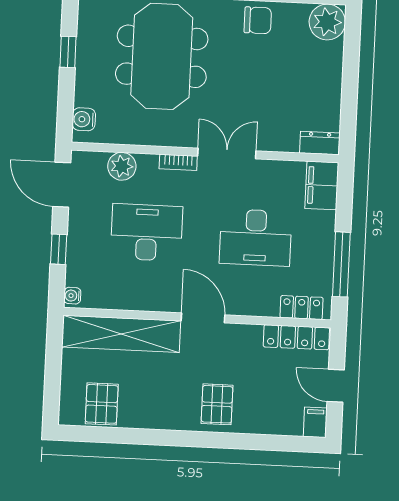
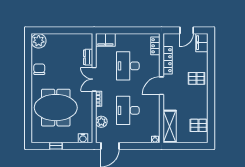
dresser: (320, 143) -> (88, 57), moved
desk: (256, 238) -> (128, 66), turned 180
window: (59, 249) -> (136, 146), removed
window: (341, 264) -> (137, 30), removed
shelving: (121, 334) -> (170, 126), width x0.68
locker: (296, 337) -> (168, 60), moved
filing cabinet: (315, 422) -> (202, 43), width x2.00

